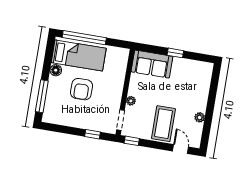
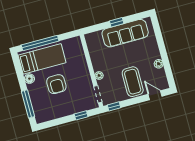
sofa: (152, 64) -> (125, 33), moved, width x1.36

